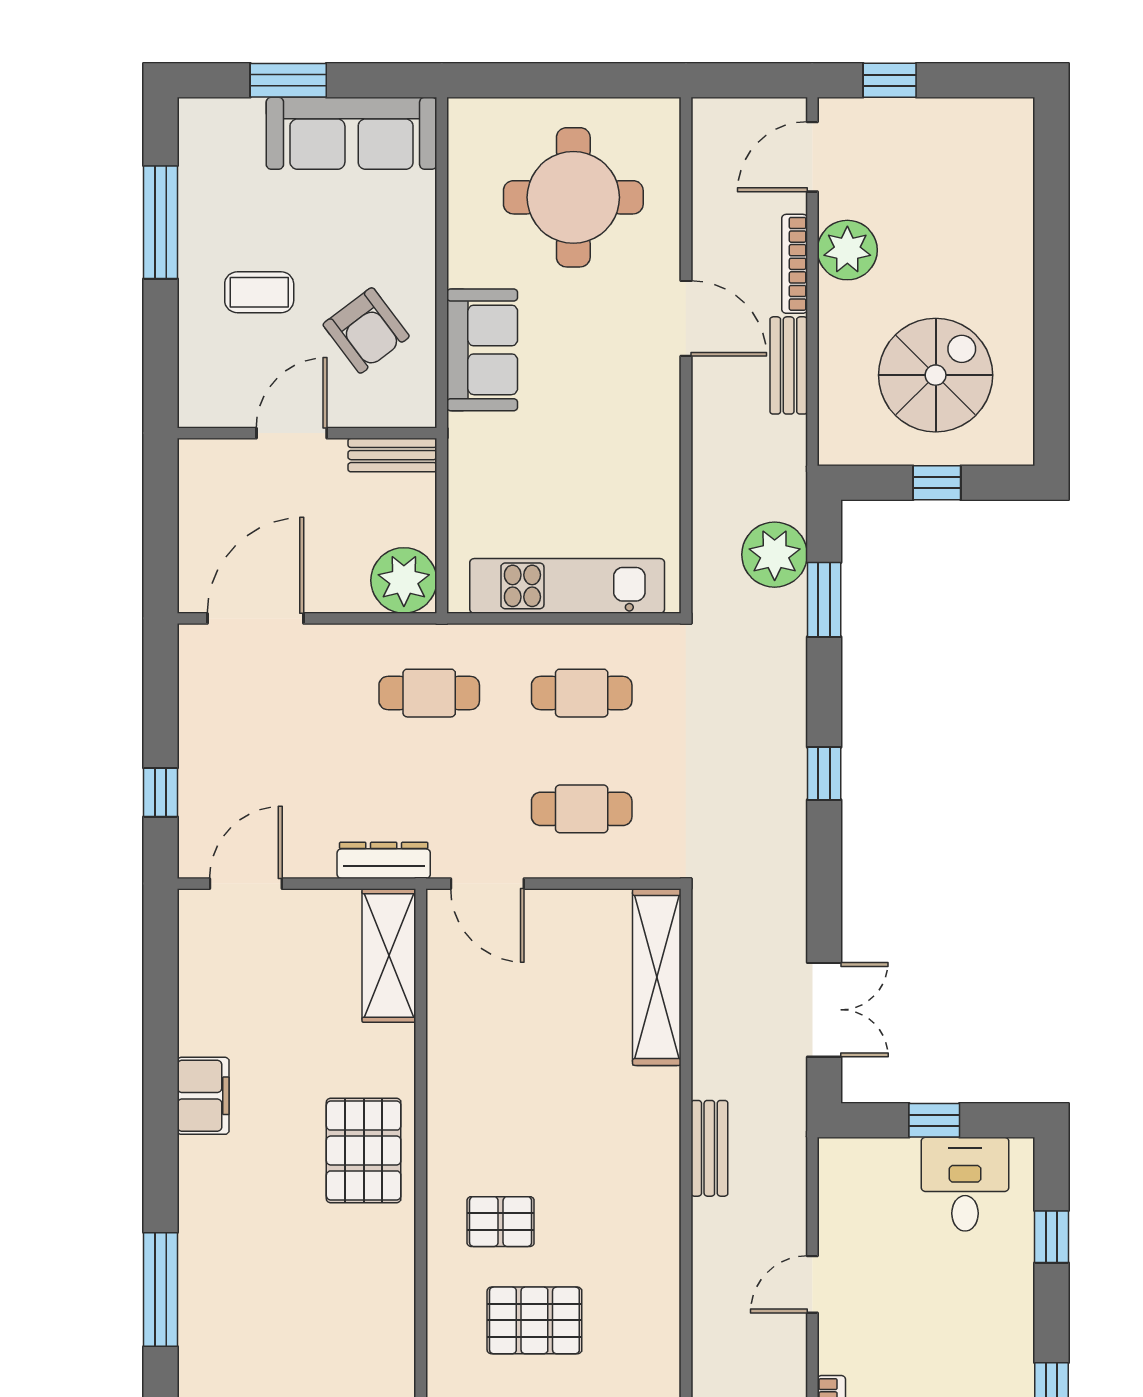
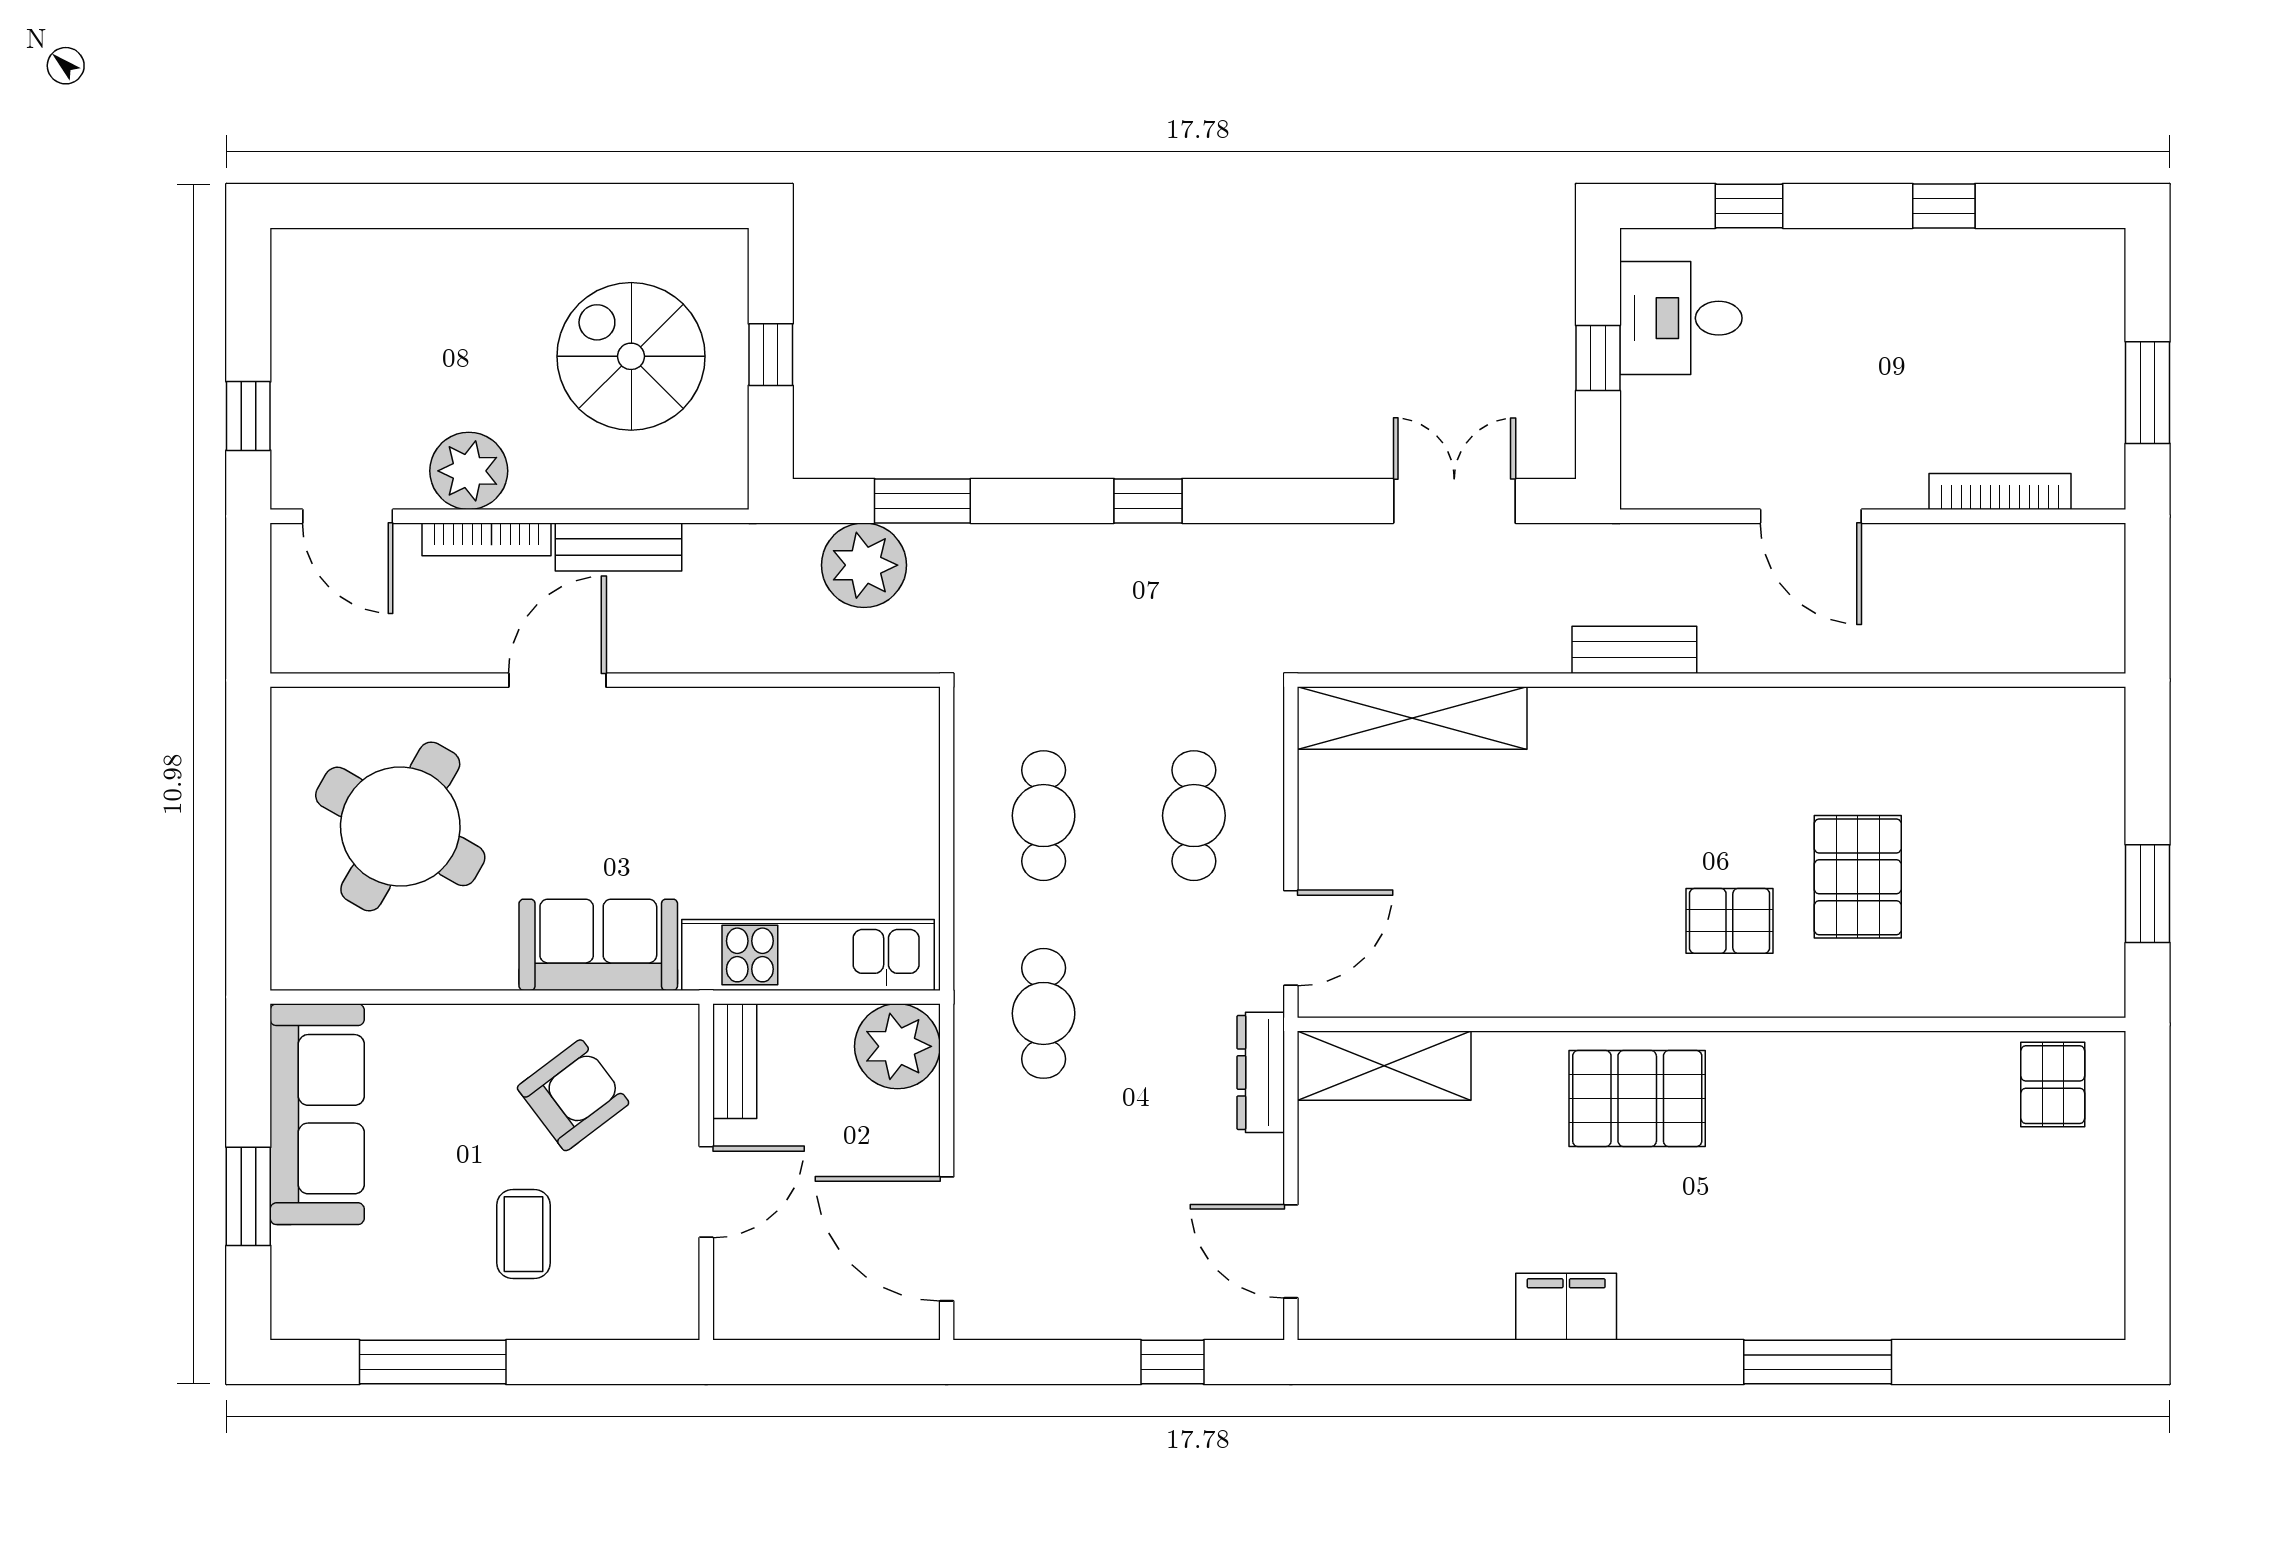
round table: (573, 197) -> (400, 826), turned 30
door: (292, 433) -> (706, 1192), swing flipped
kitchen unit: (567, 586) -> (808, 955), moved, turned 90
pallet: (501, 1222) -> (1729, 921), turned 90
door: (812, 1284) -> (1811, 516), width x1.38

